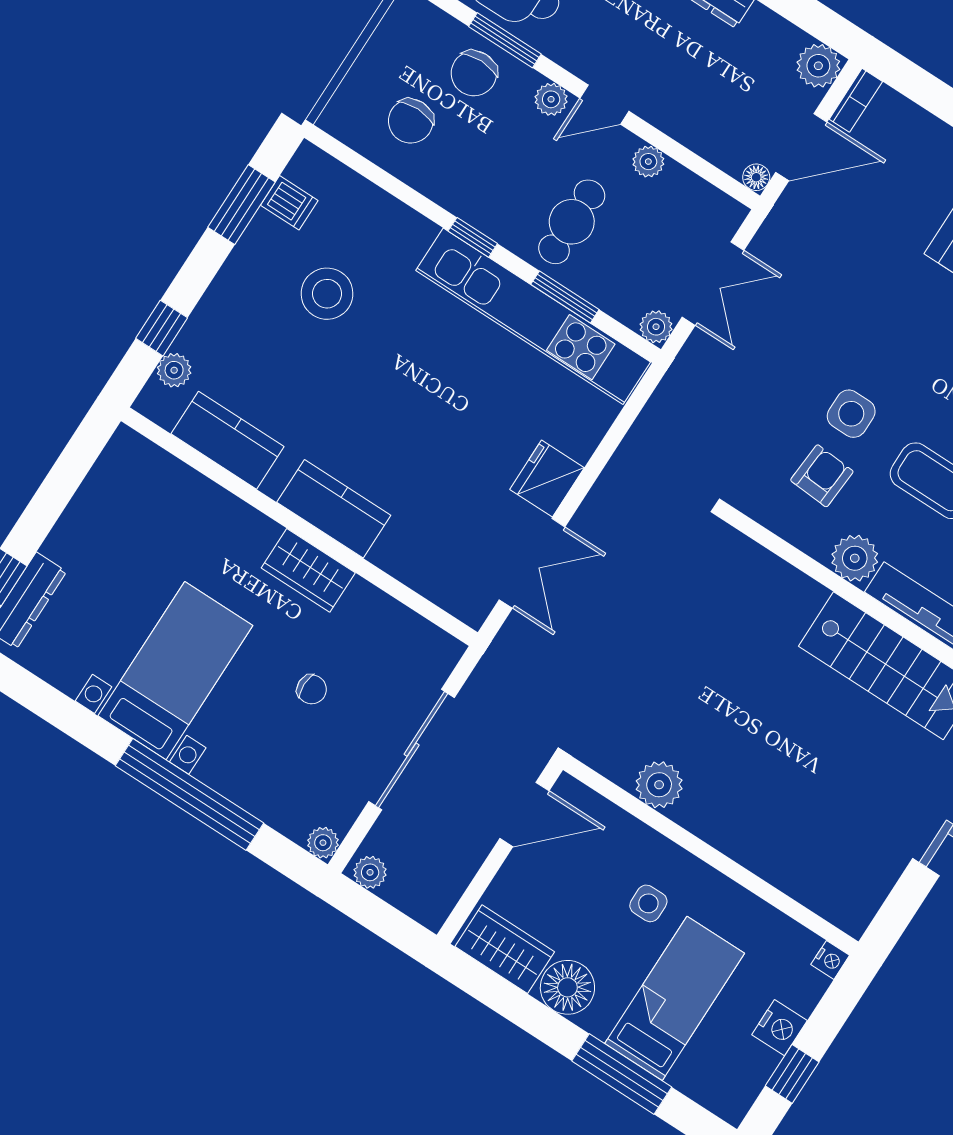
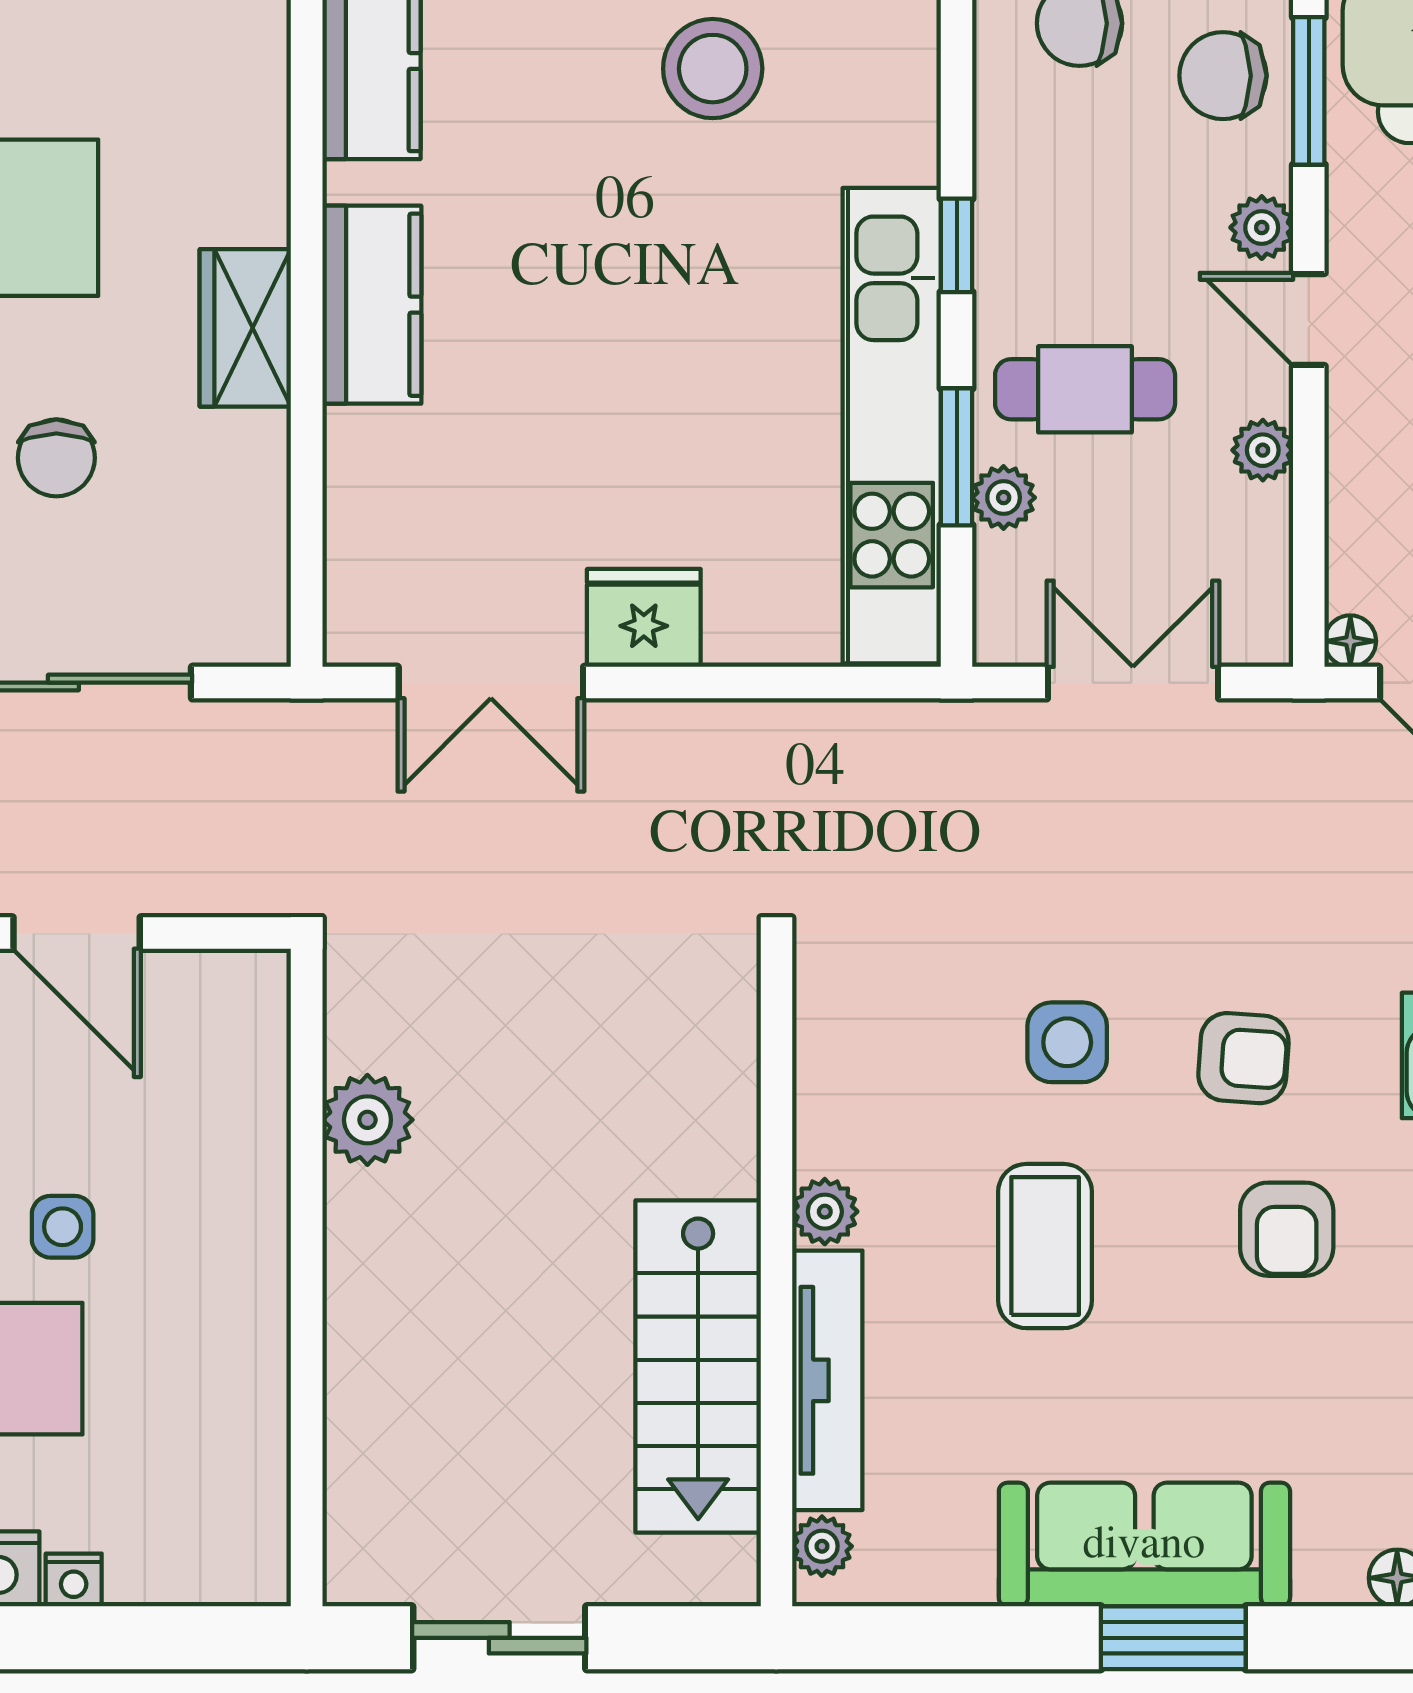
double door: (713, 284) -> (1133, 683), swing flipped
plant: (656, 327) -> (1004, 498), moved
armchair: (822, 476) -> (1243, 1058), moved
plant: (855, 558) -> (825, 1212), width x0.73, depth x0.73
chair: (312, 689) -> (56, 458), width x1.37, depth x1.37
plant: (659, 785) -> (367, 1120), moved
wall: (711, 856) -> (307, 1278), moved
nightstand: (830, 960) -> (74, 1580), moved

